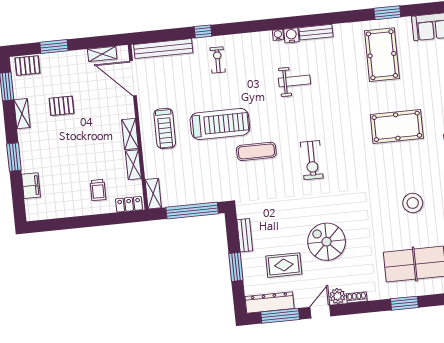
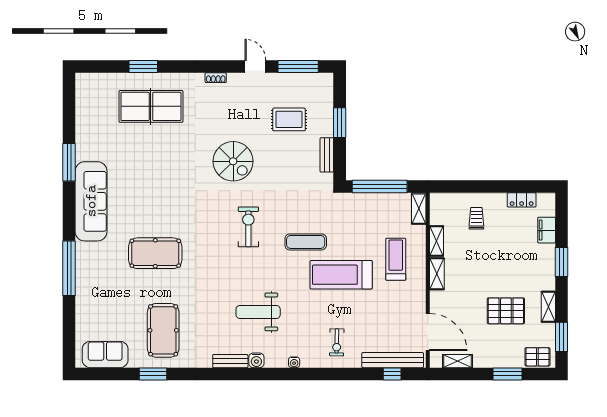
window: (203, 31) -> (392, 374), moved
water cooler: (278, 35) -> (294, 362), moved
weight bench: (294, 81) -> (258, 312), width x1.36, depth x1.33
pallet: (62, 106) -> (506, 311), width x1.50, depth x1.42
treadmill: (165, 128) -> (396, 259), moved
stool: (413, 203) -> (147, 171), removed
locker: (129, 204) -> (522, 200), moved
spiral stairs: (327, 242) -> (233, 161), moved
plant: (337, 296) -> (236, 81), removed
dresser: (270, 302) -> (308, 82), removed
window: (404, 303) -> (143, 66), moved
door: (320, 312) -> (255, 66), swing flipped

